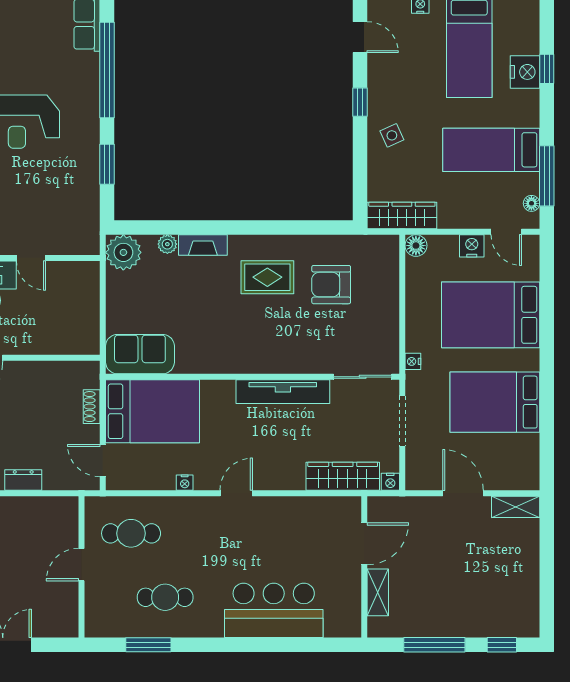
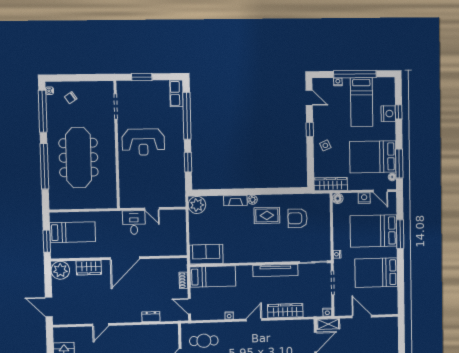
bed: (491, 150) -> (373, 157), width x1.50
plant: (167, 244) -> (253, 200), moved
window: (547, 323) -> (400, 234), added
bed: (153, 411) -> (213, 277), width x0.67
wardrobe: (343, 476) -> (285, 311), moved
shelving: (516, 507) -> (328, 324), moved

